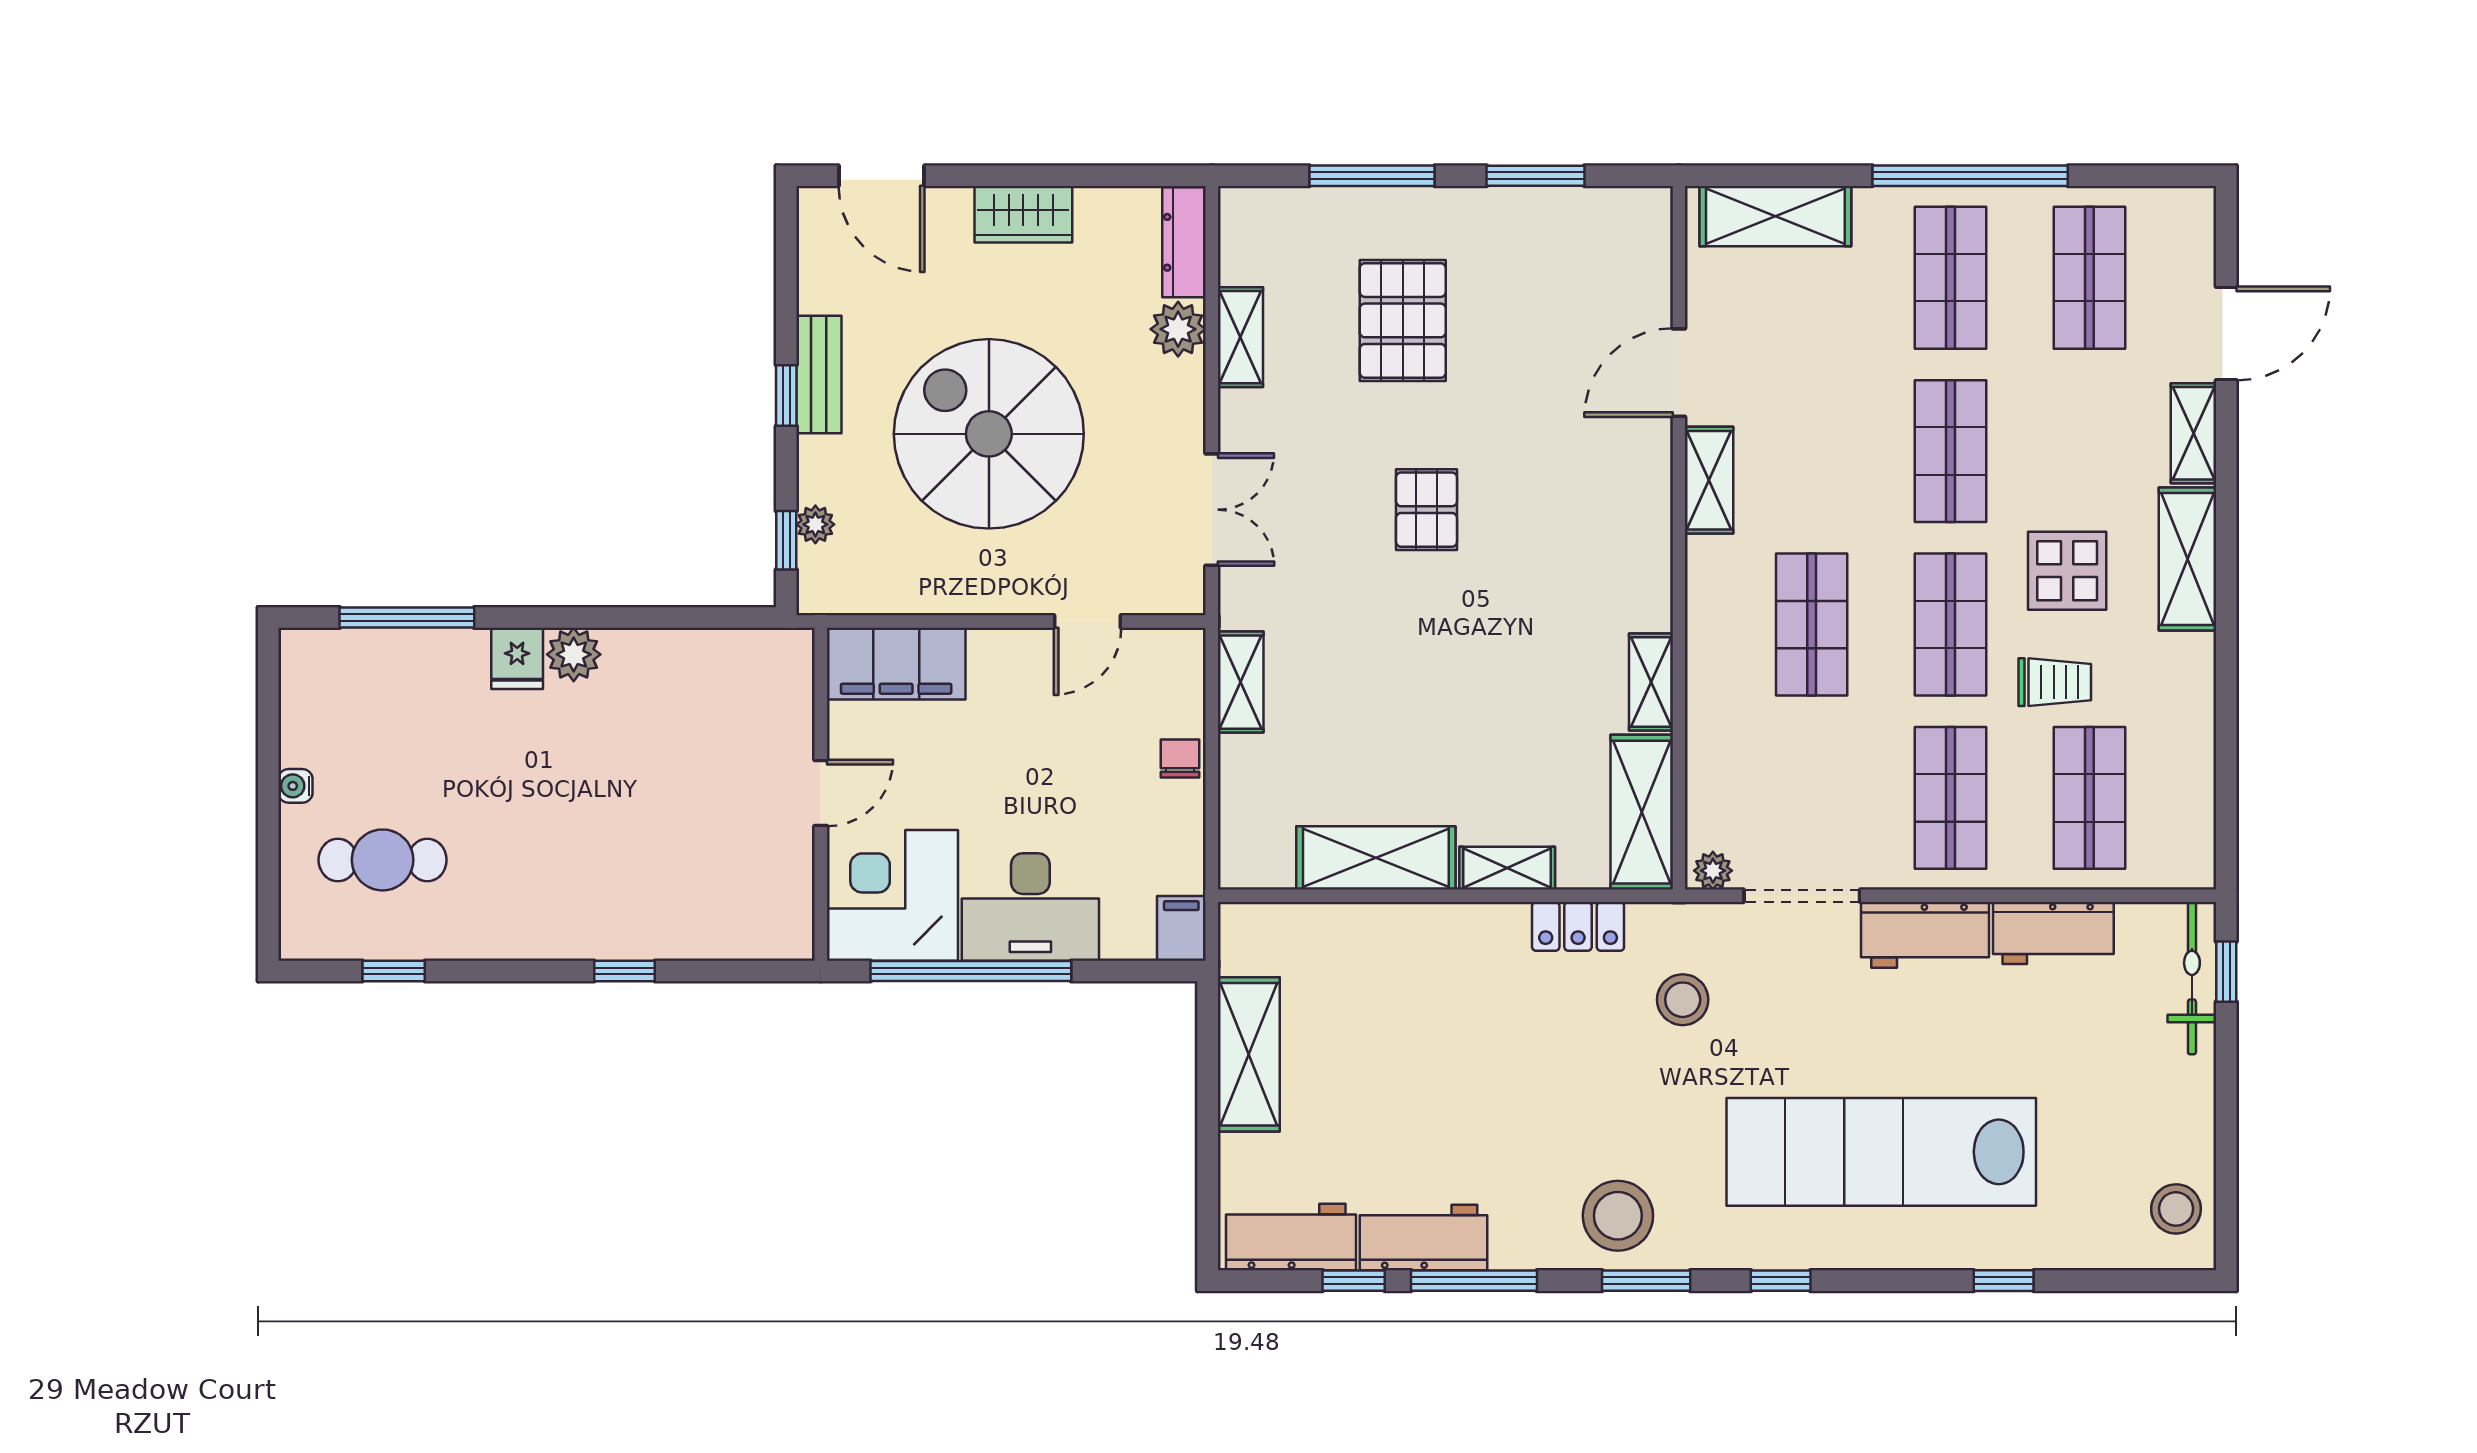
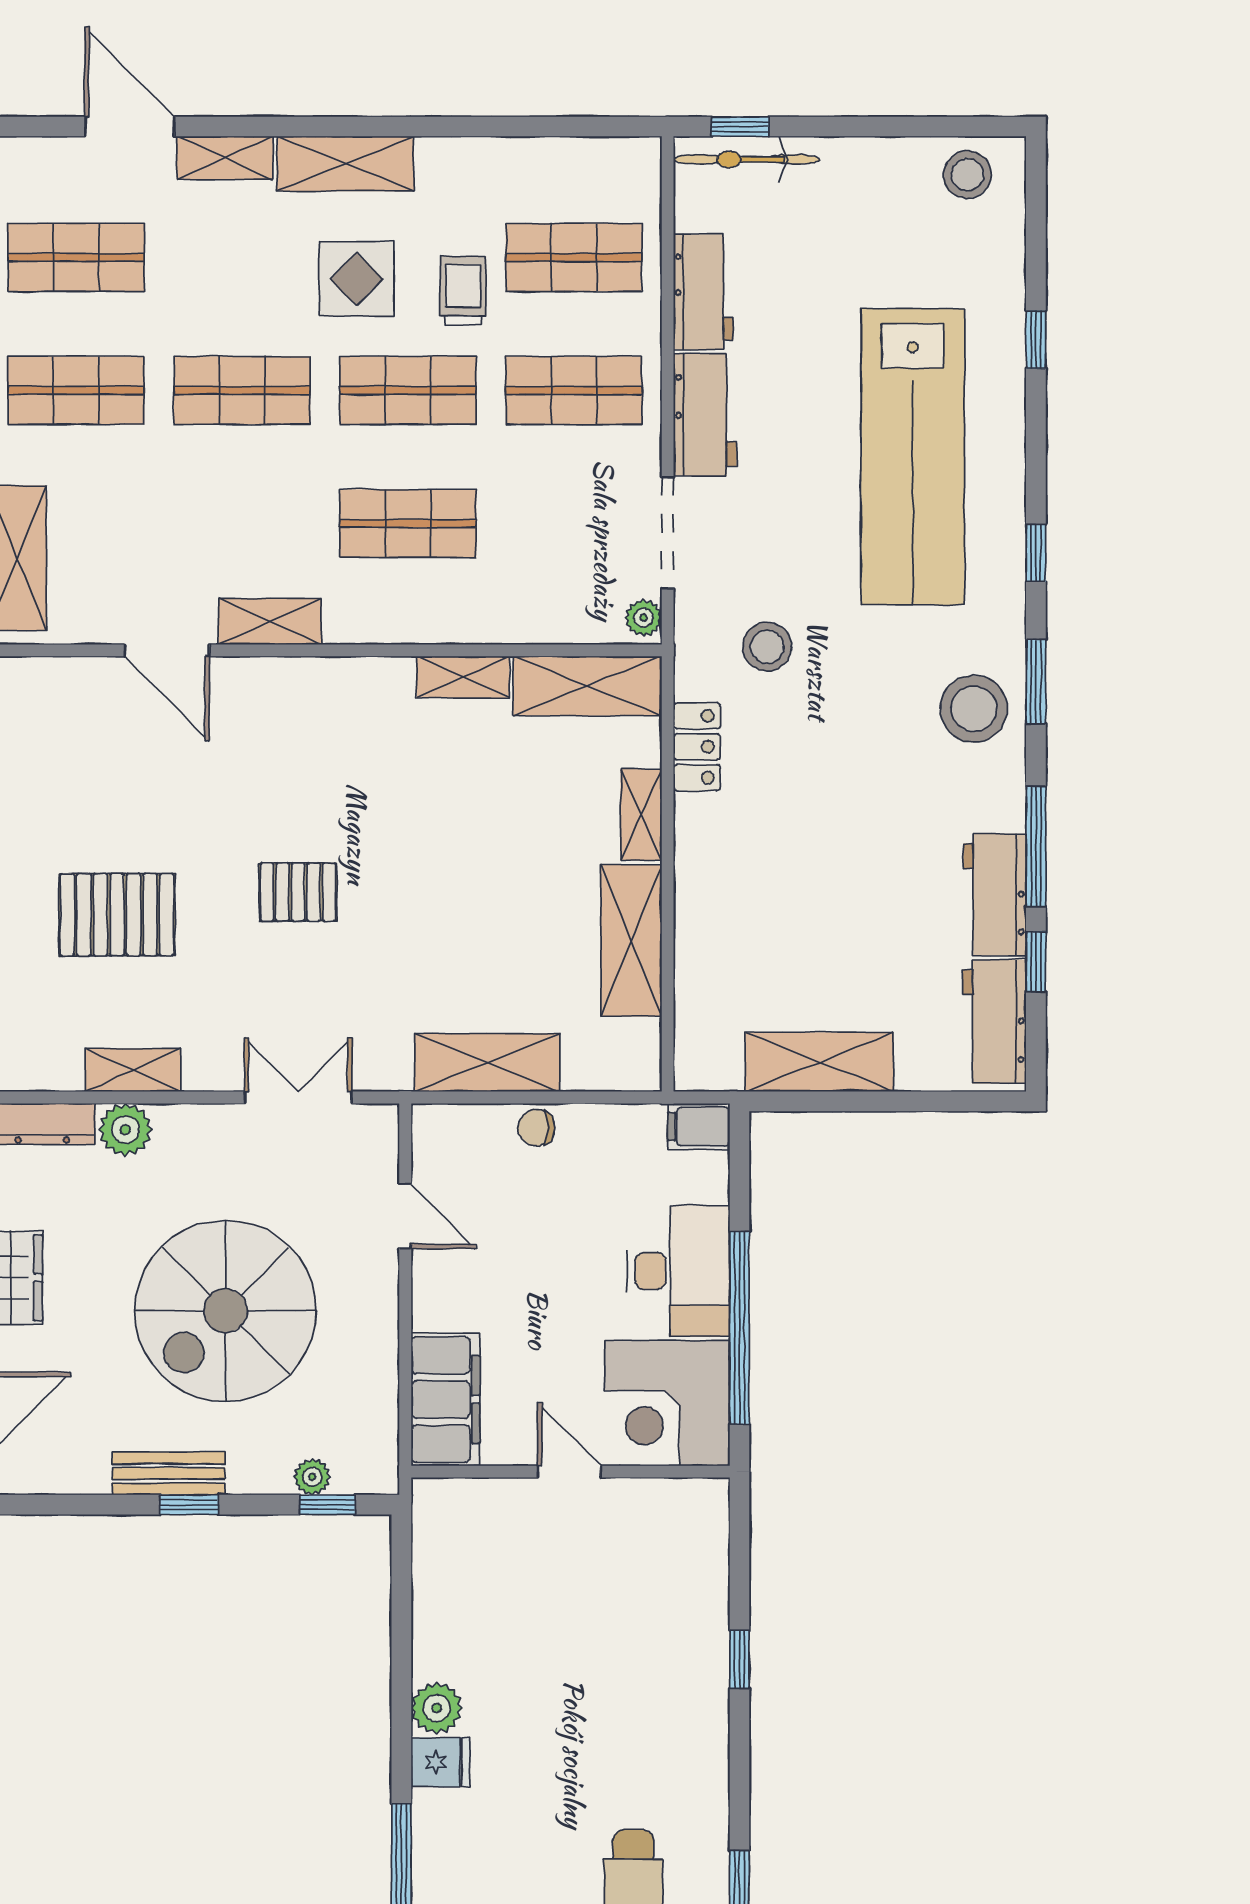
shelving: (1241, 682) -> (487, 1063), width x1.50, depth x1.33

